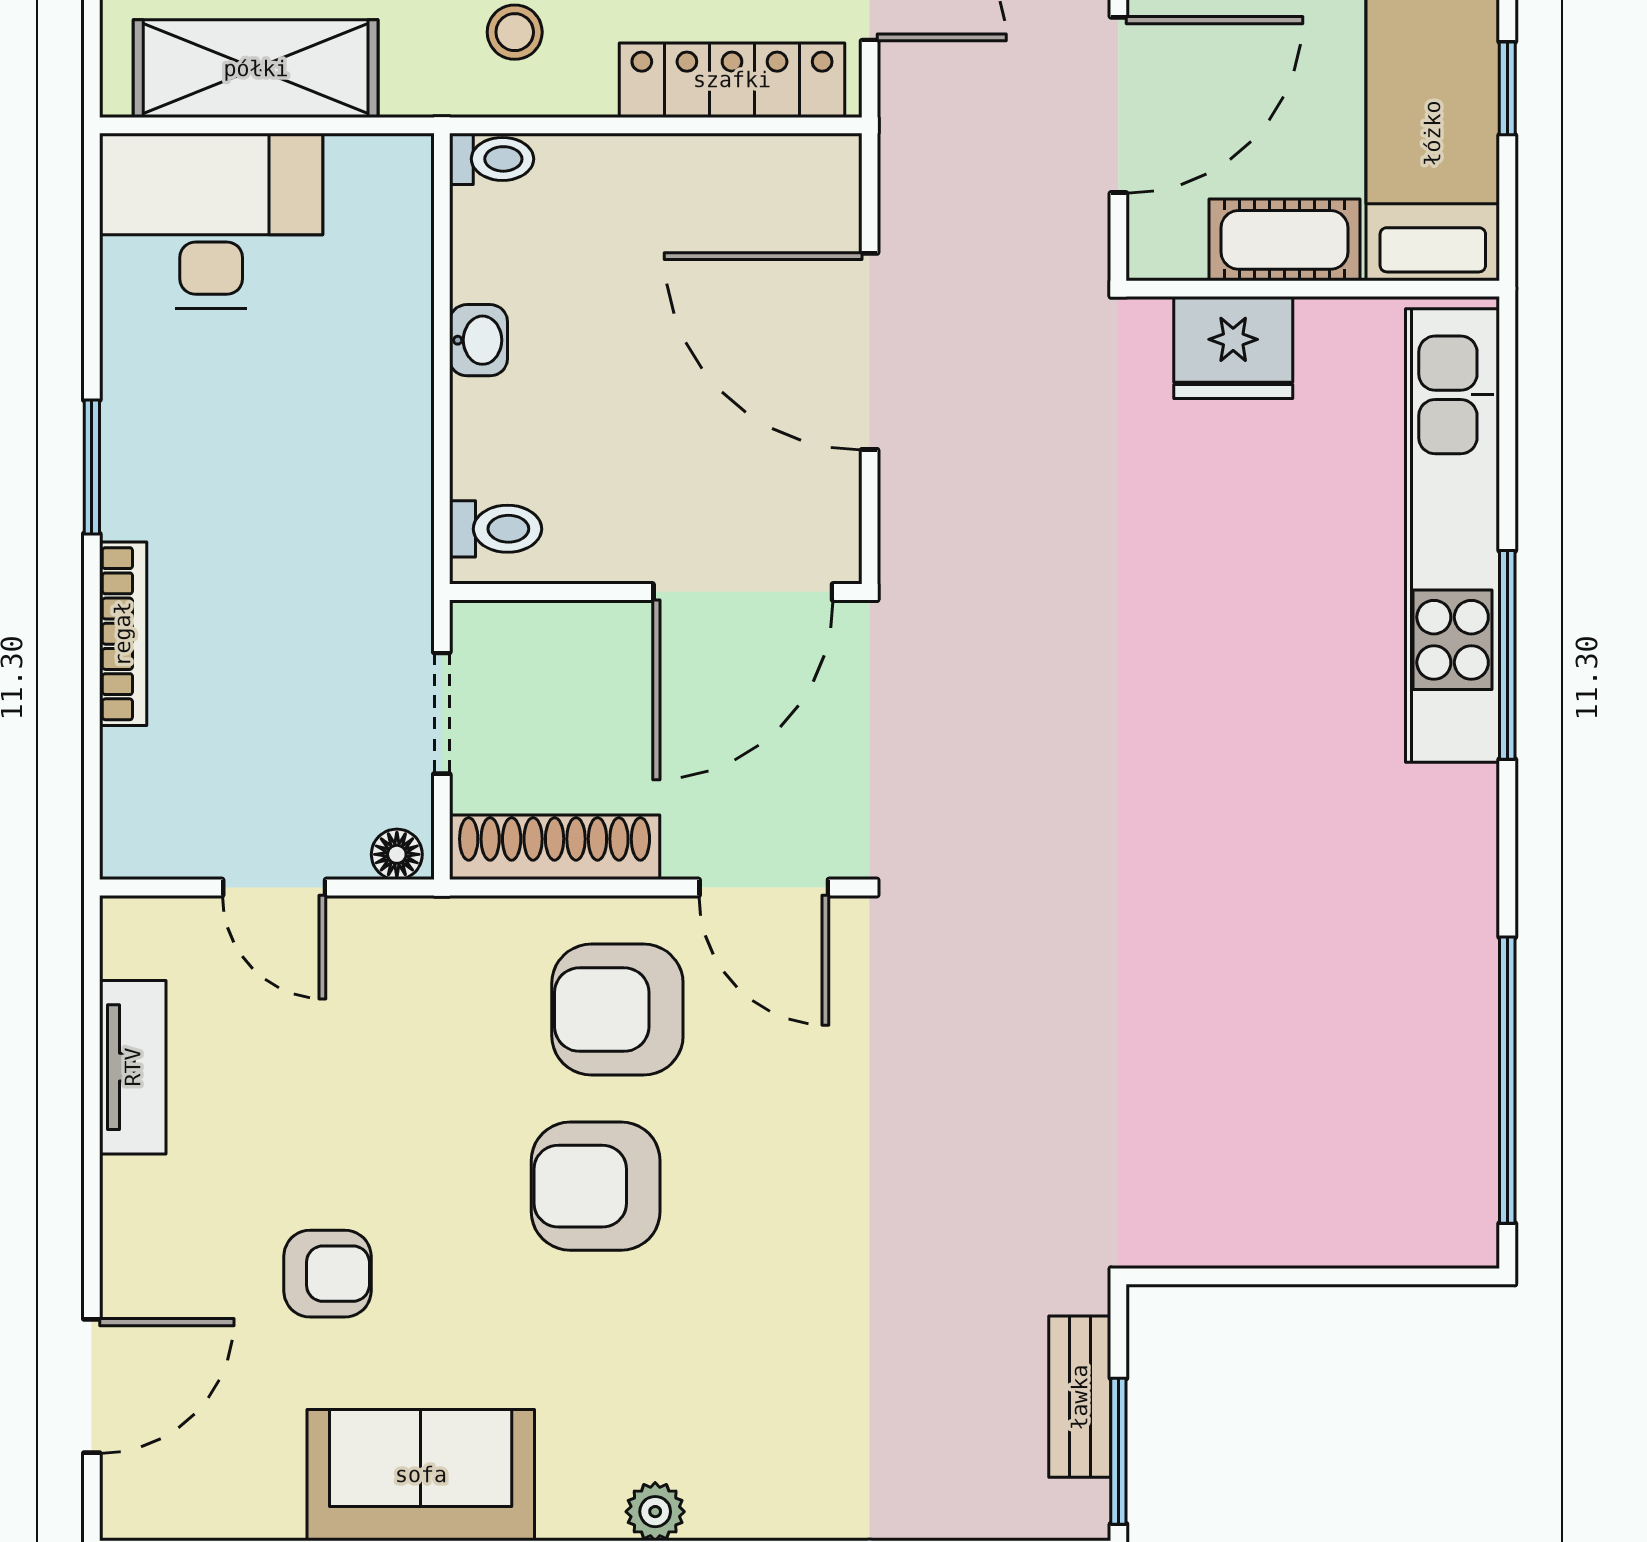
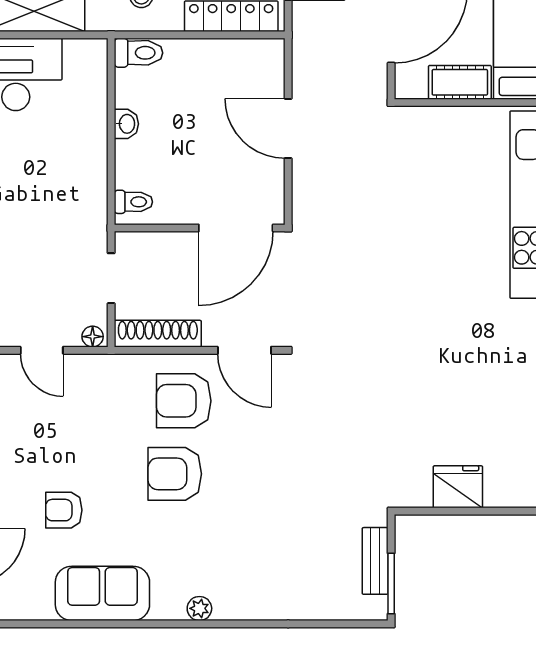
toilet: (492, 159) -> (138, 53), width x1.37, depth x1.39
fridge: (1233, 348) -> (458, 487), moved, turned 180
door: (870, 351) -> (288, 128), width x0.73
armchair: (327, 1274) -> (64, 510), turned 180

